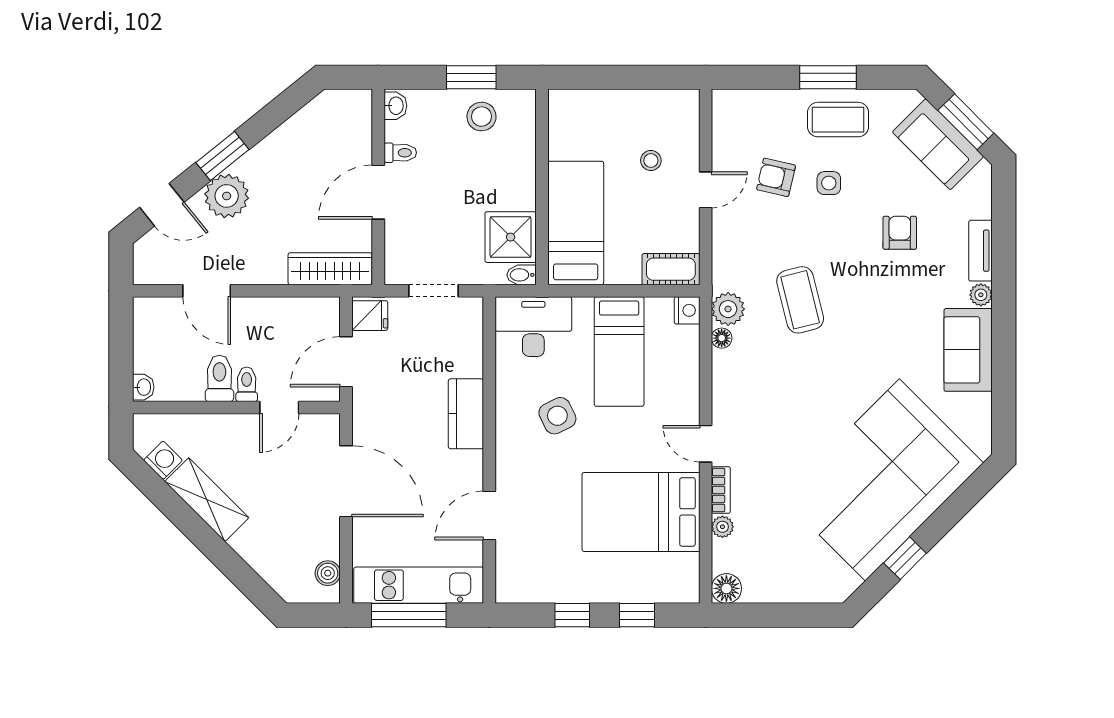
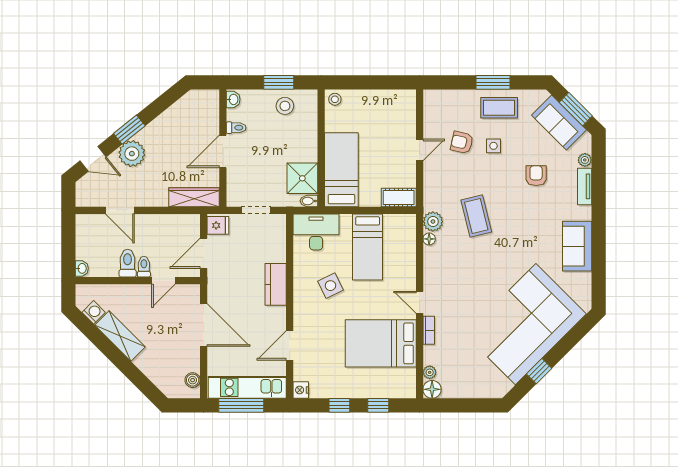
stool: (651, 161) -> (335, 99), moved
plant: (981, 295) -> (585, 160), moved
nightstand: (687, 310) -> (301, 390), moved, turned 180
plant: (722, 527) -> (430, 372), moved

